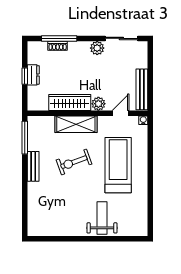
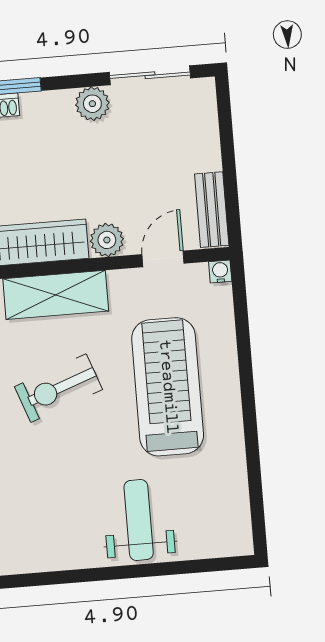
bench: (142, 89) -> (212, 210), width x0.73

